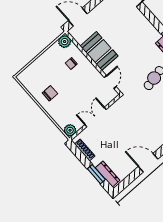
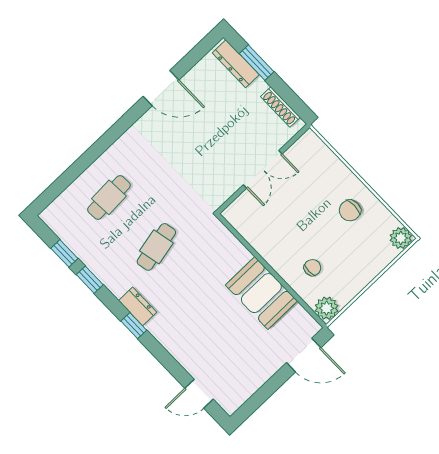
door: (110, 82) -> (238, 236), removed
plant: (70, 130) -> (401, 238), moved

